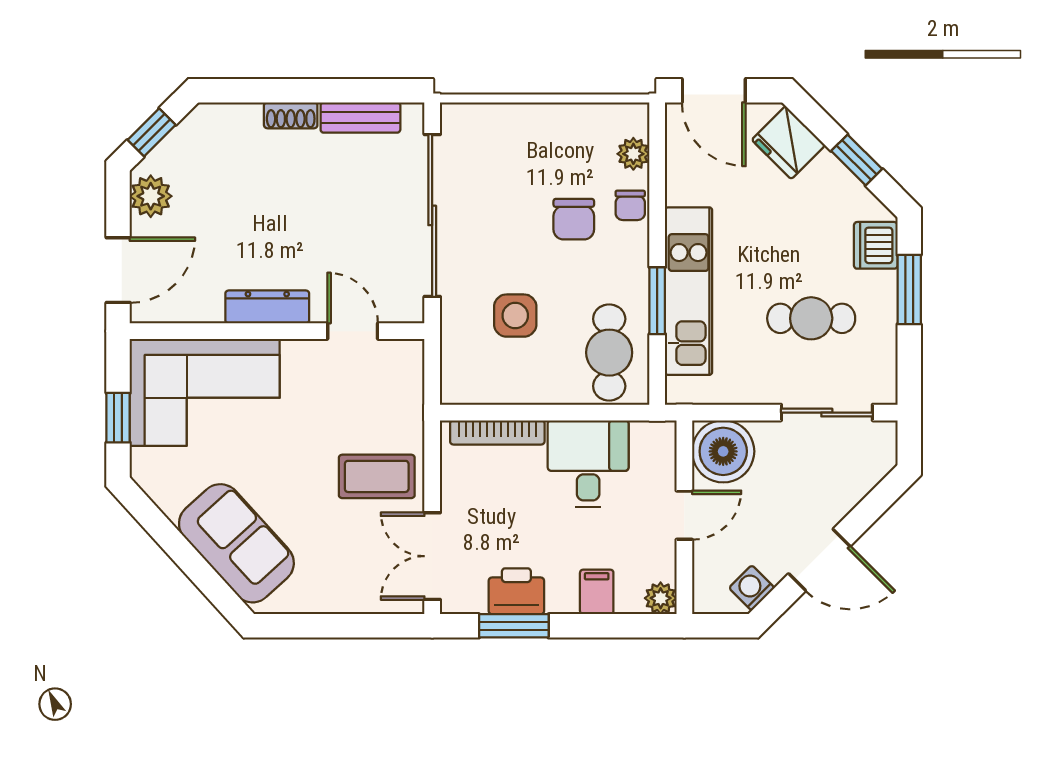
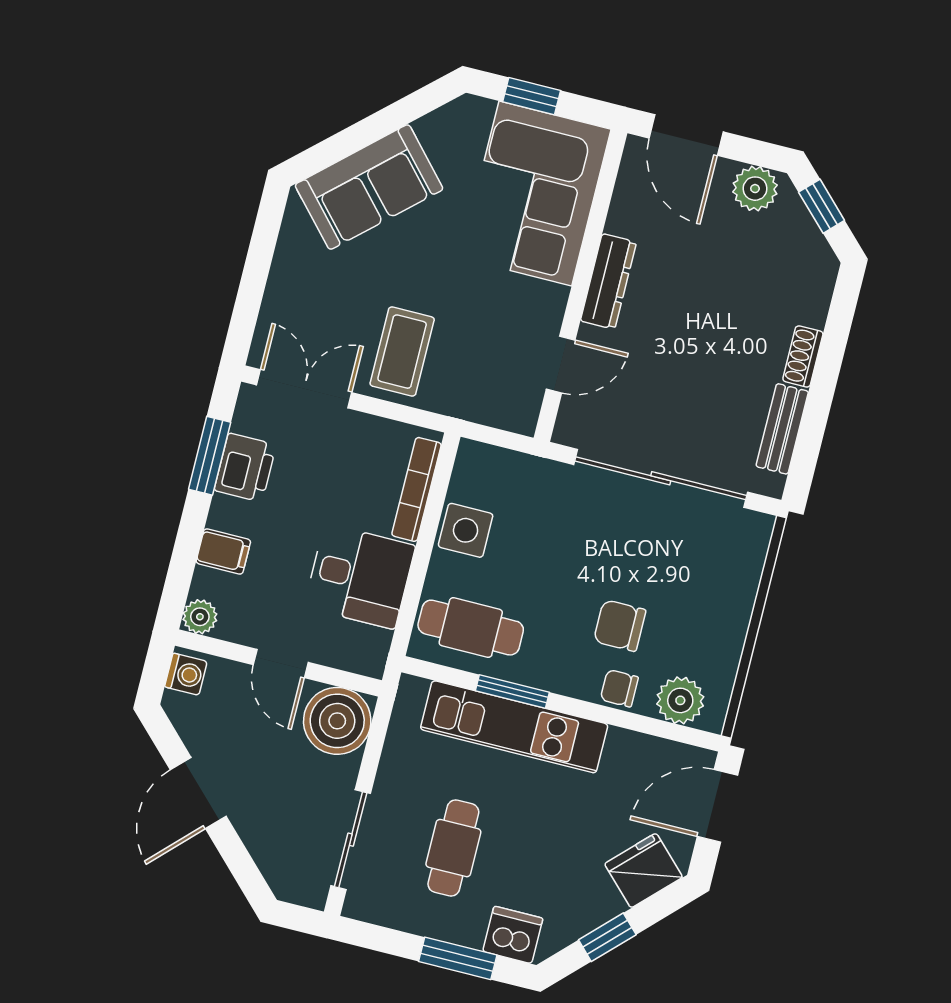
plant: (633, 154) -> (680, 700), width x1.38, depth x1.38
side table: (515, 316) -> (466, 530), moved
washing machine: (752, 588) -> (186, 674), moved, turned 45

